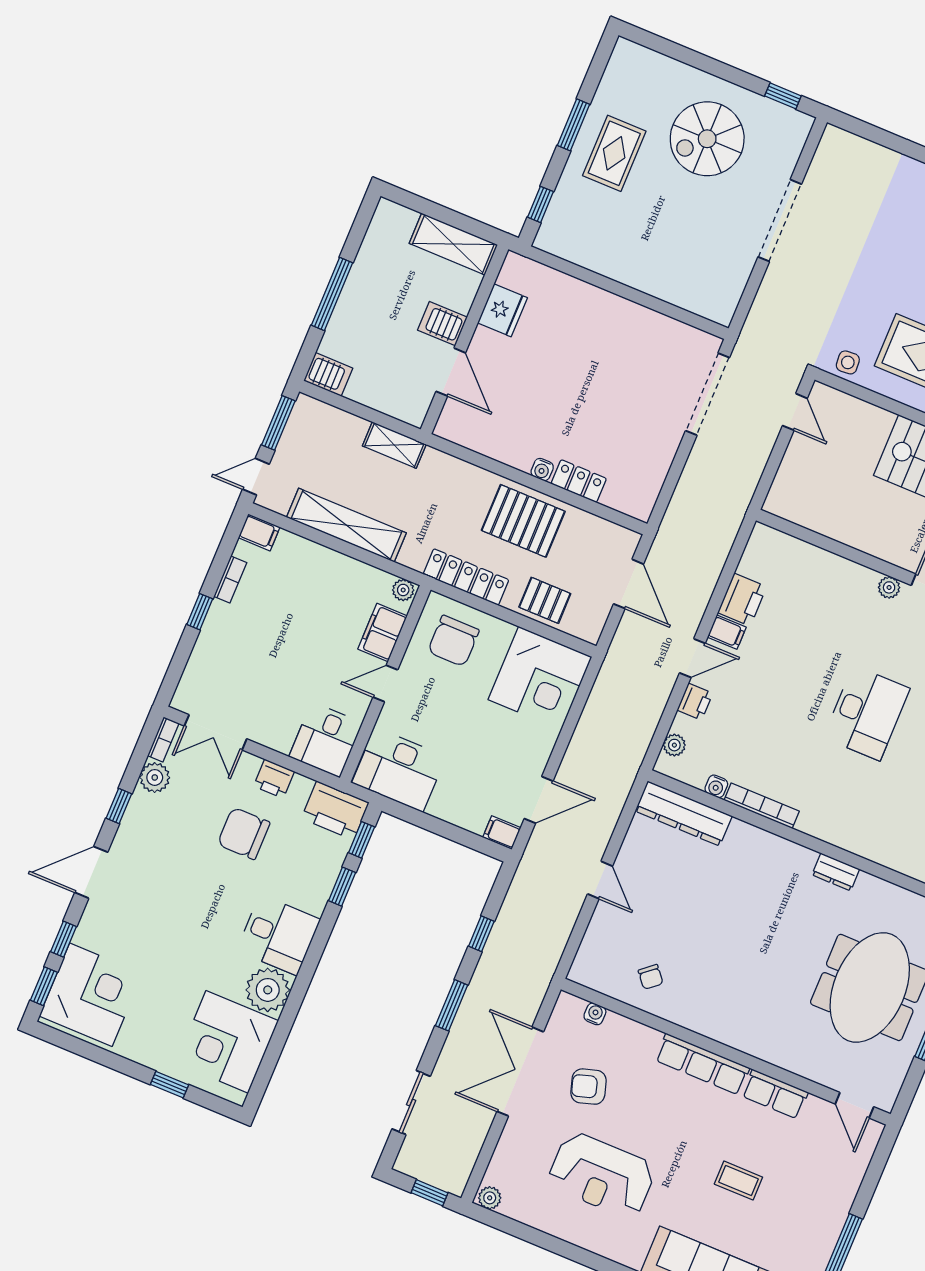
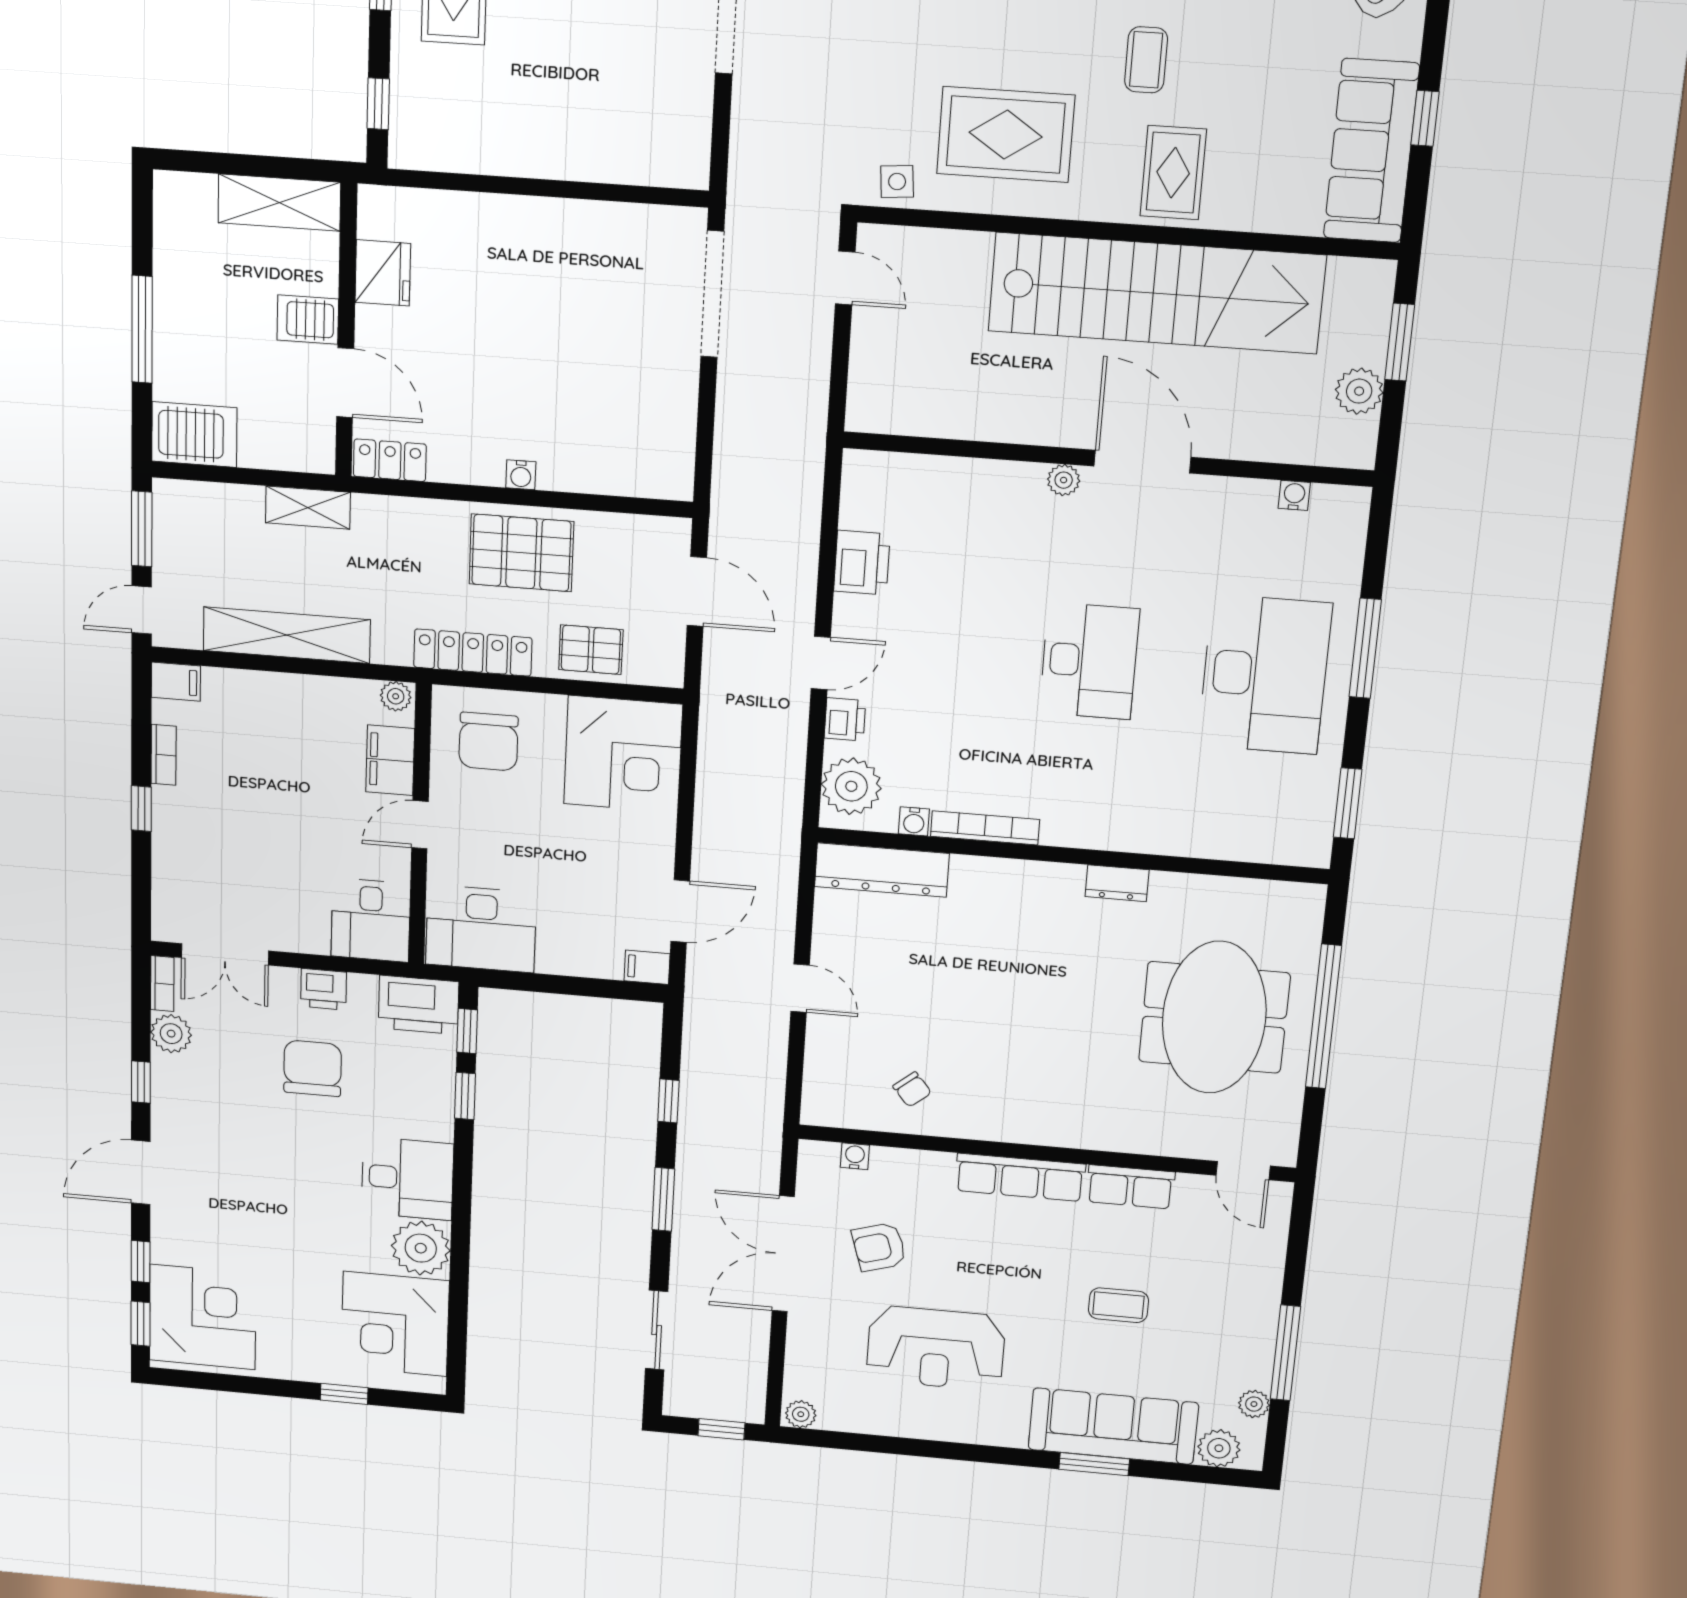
server rack: (328, 374) -> (194, 435), width x1.36, depth x1.44
locker: (579, 481) -> (390, 460), moved
filing cabinet: (727, 632) -> (856, 613), removed
plant: (674, 745) -> (851, 786), width x1.87, depth x1.87
chair: (244, 833) -> (313, 1068), turned 90

